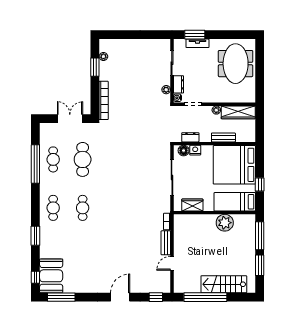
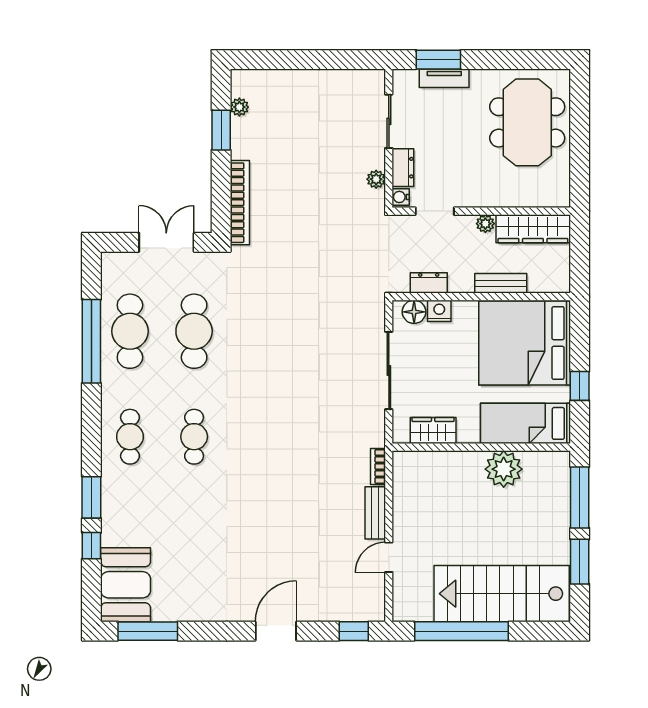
cafe table: (53, 159) -> (130, 331), width x1.37, depth x1.35
window: (35, 277) -> (91, 546), moved
stairs: (224, 284) -> (502, 594), width x1.36, depth x1.51

